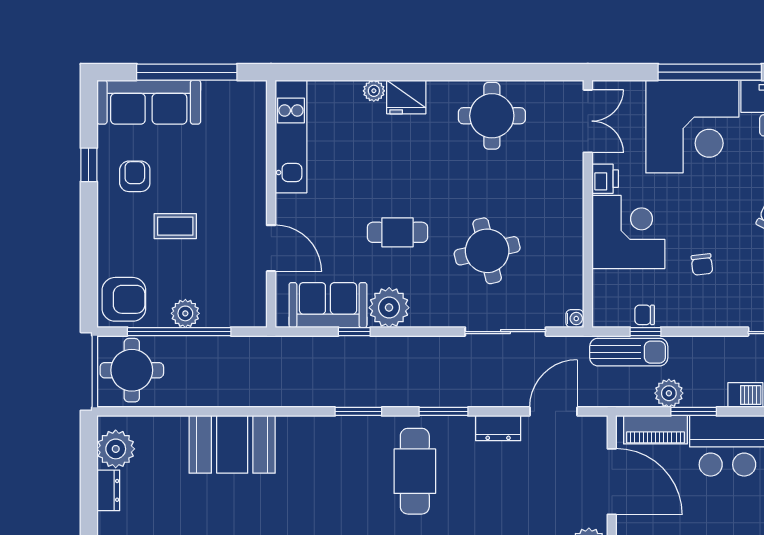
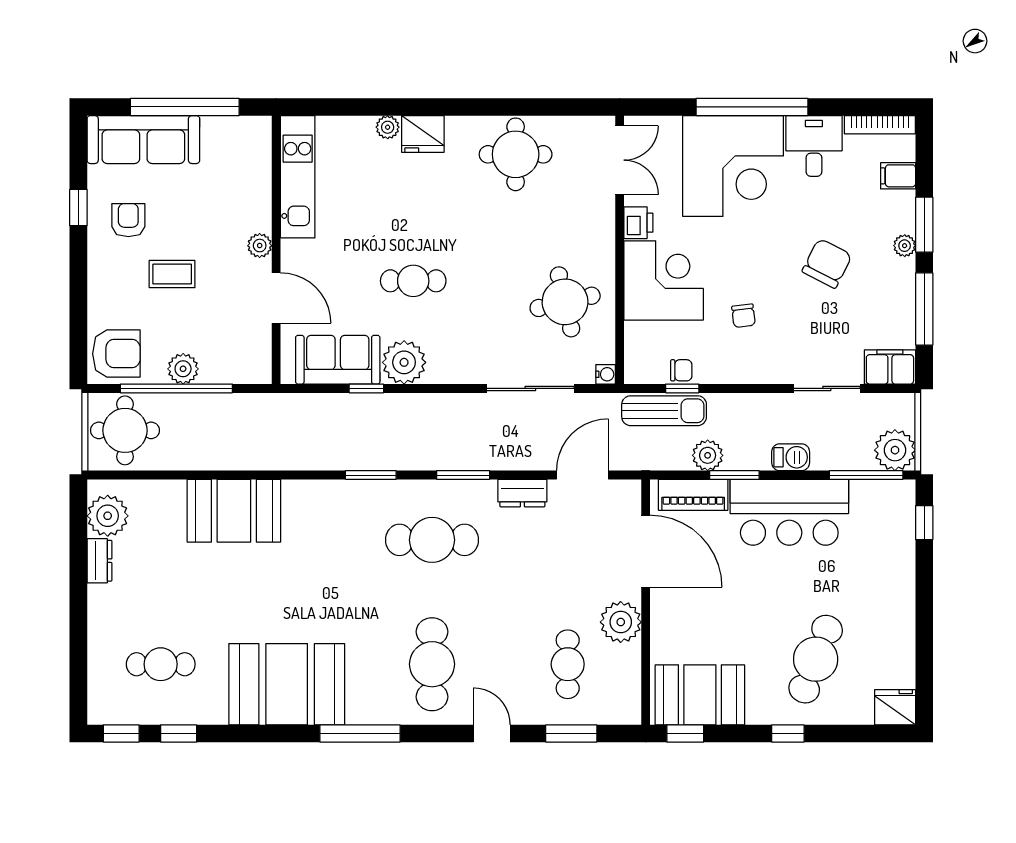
plant: (256, 200) -> (260, 246), added
round table: (487, 251) -> (565, 302), moved
chair: (645, 315) -> (681, 370), turned 180
cafe table: (415, 471) -> (432, 540), turned 90

